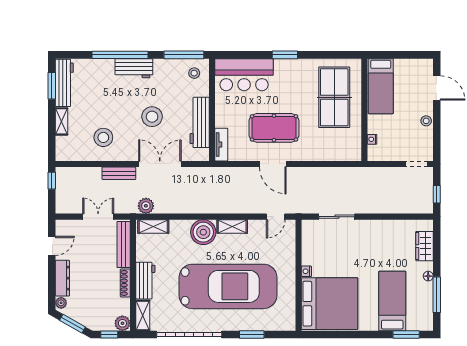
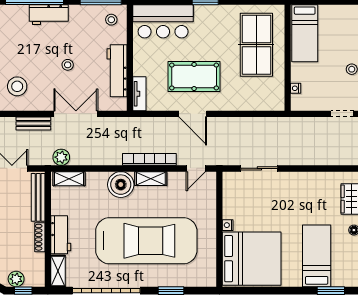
stool: (152, 117) -> (68, 65), width x0.53, depth x0.53
bookcase: (231, 208) -> (149, 159), added
plant: (122, 323) -> (16, 279), moved

